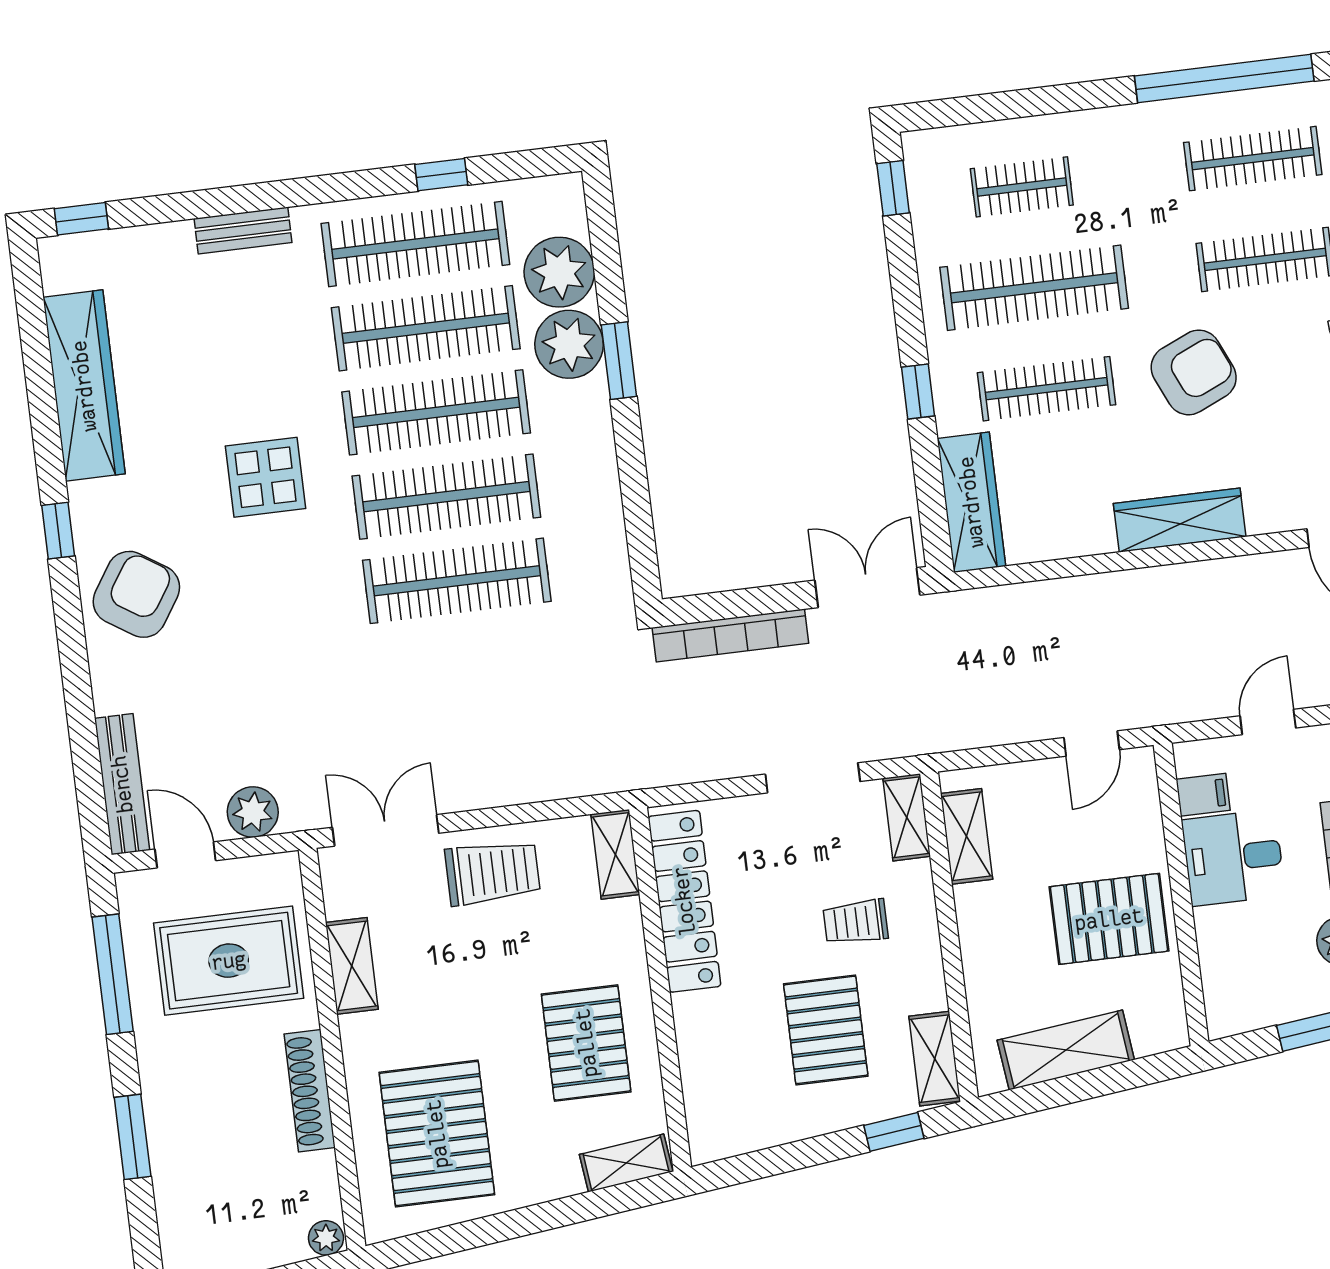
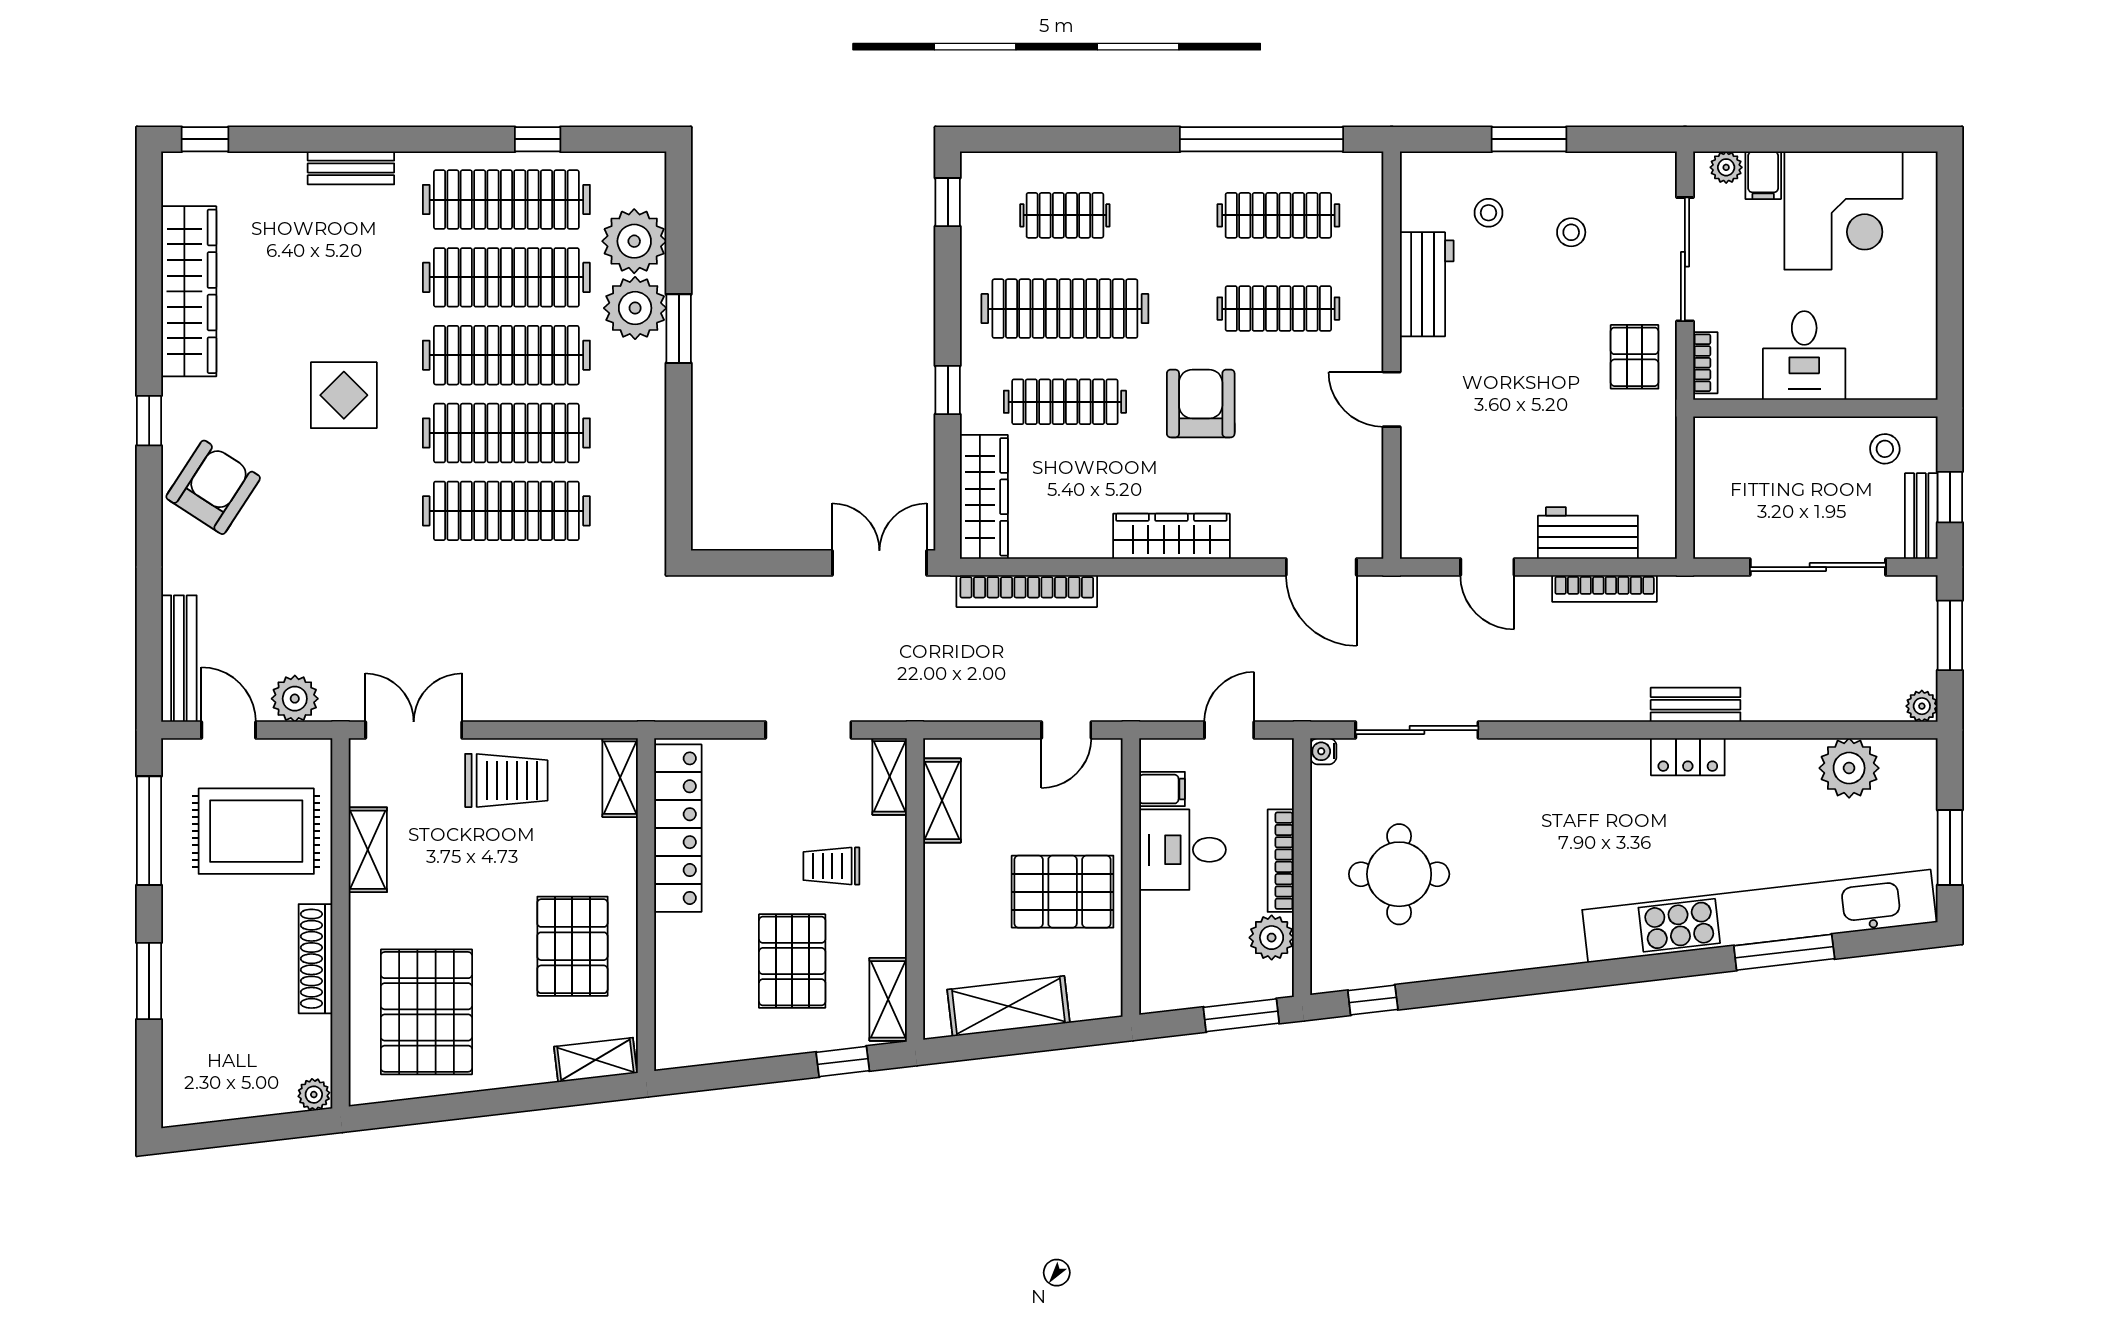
armchair: (1194, 372) -> (1201, 404), turned -66
bookcase: (730, 635) -> (1027, 591), moved

